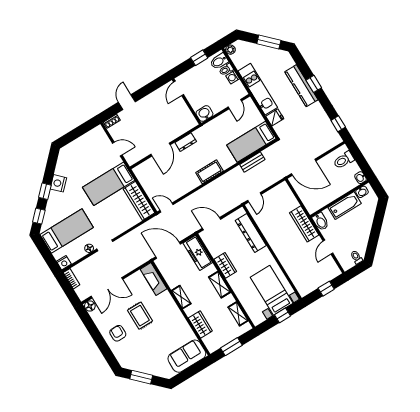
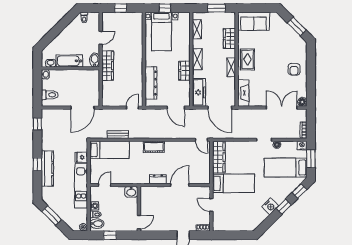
door: (304, 167) -> (83, 108), swing flipped
window: (47, 255) -> (311, 159), added
rug: (140, 316) -> (247, 59), moved

